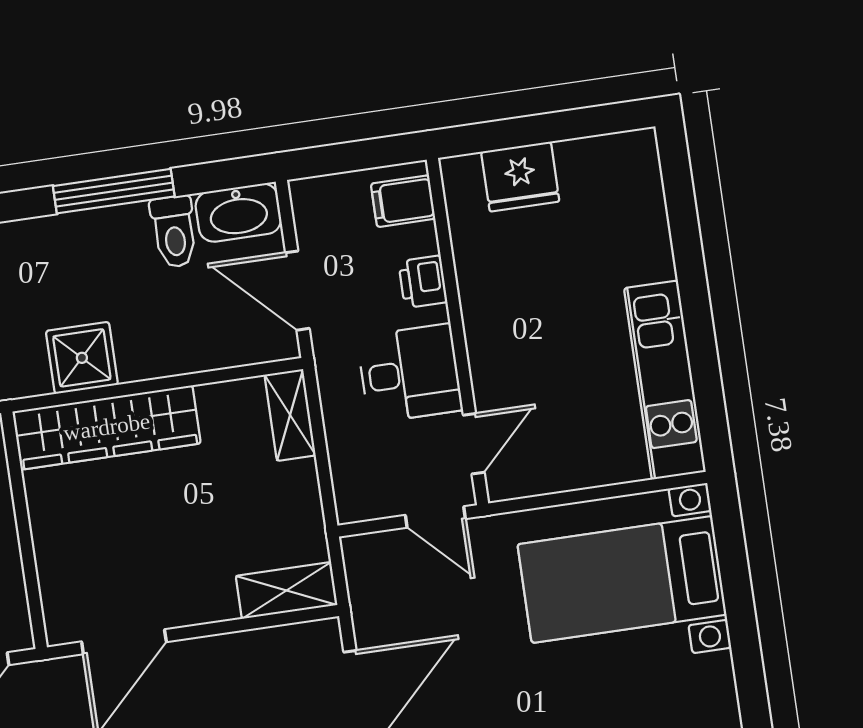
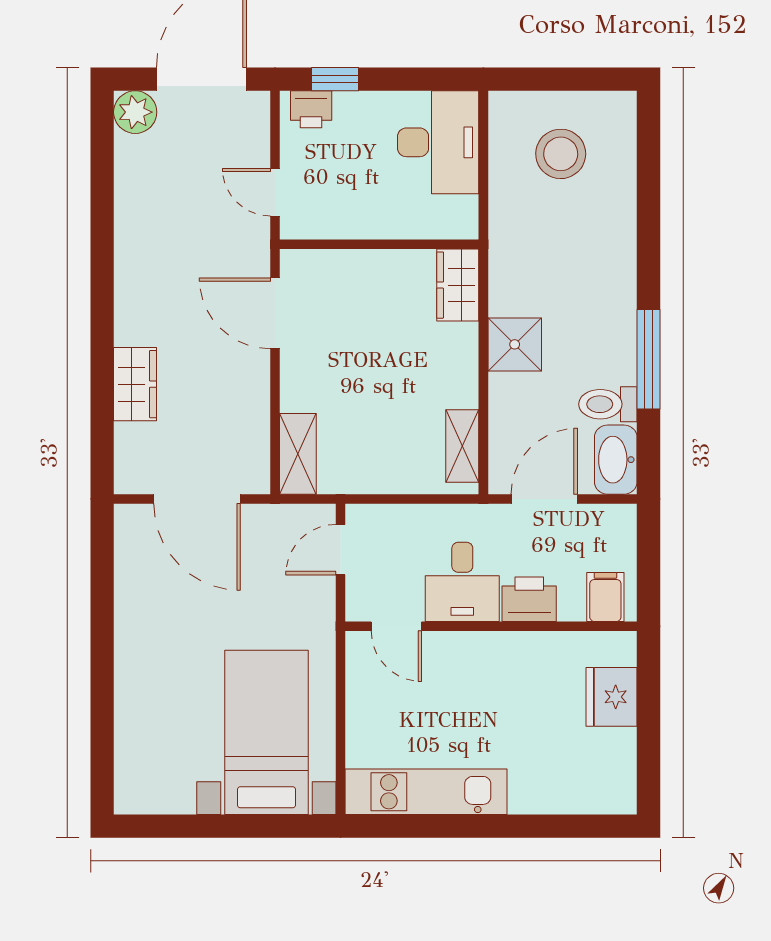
printer: (423, 282) -> (529, 599), width x1.36, depth x1.24
shower: (82, 358) -> (515, 344), moved
shelving: (290, 415) -> (462, 446), moved, turned 90
wardrobe: (107, 427) -> (458, 285), width x0.48, depth x0.85
door: (435, 517) -> (341, 550), moved

